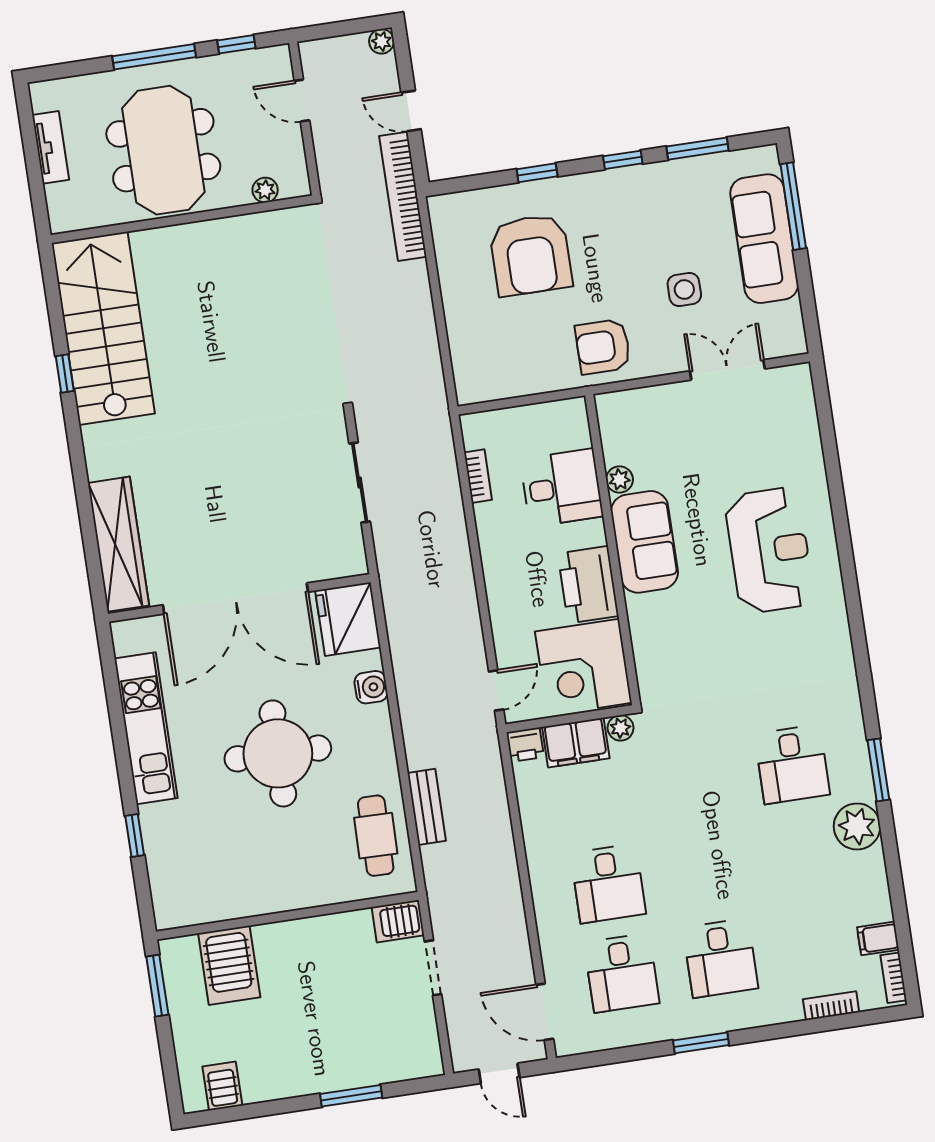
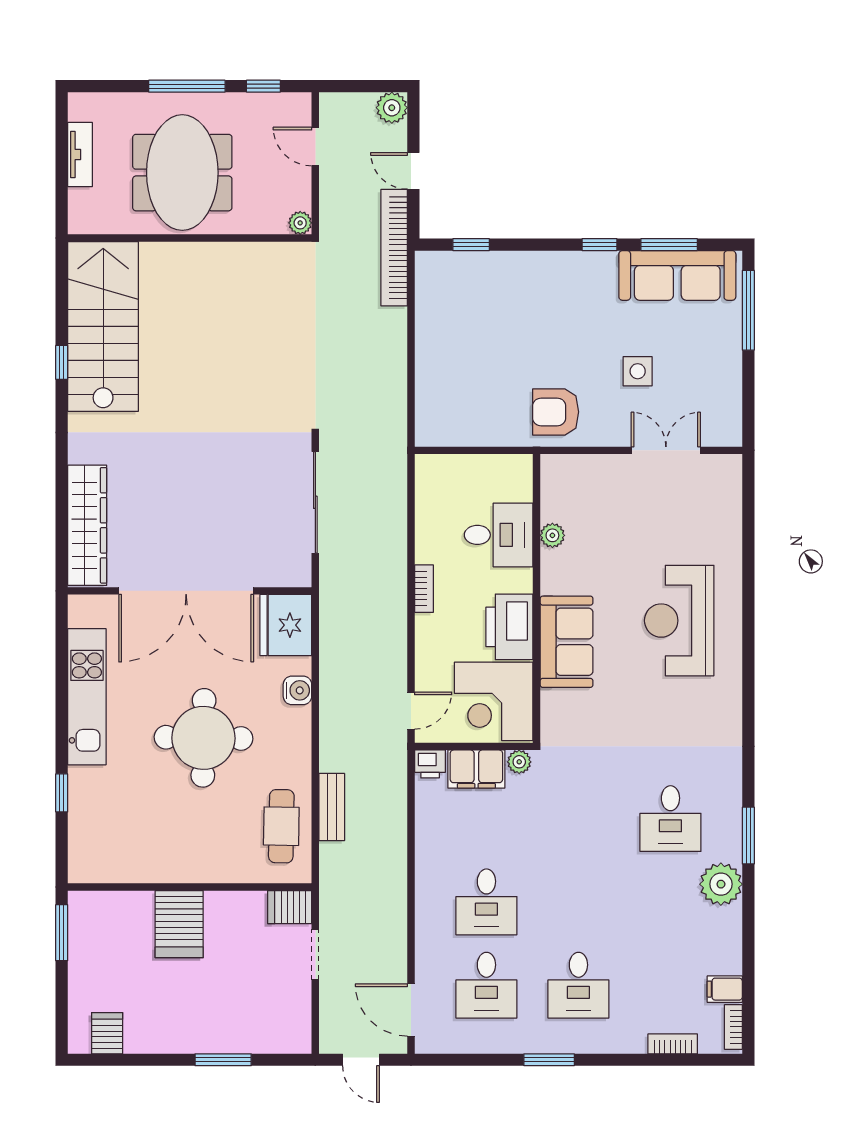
plant: (382, 41) -> (392, 108), width x1.38, depth x1.38
window: (537, 173) -> (471, 245), moved
plant: (265, 190) -> (300, 223), moved
sofa: (764, 239) -> (677, 275), moved, turned -90
armchair: (531, 255) -> (502, 319), removed
bookcase: (478, 476) -> (424, 589), moved
sliding door: (360, 483) -> (315, 502), width x1.37
sofa: (644, 542) -> (567, 642), moved
reception desk: (769, 550) -> (679, 621), turned 180
server rack: (229, 965) -> (179, 924), moved

